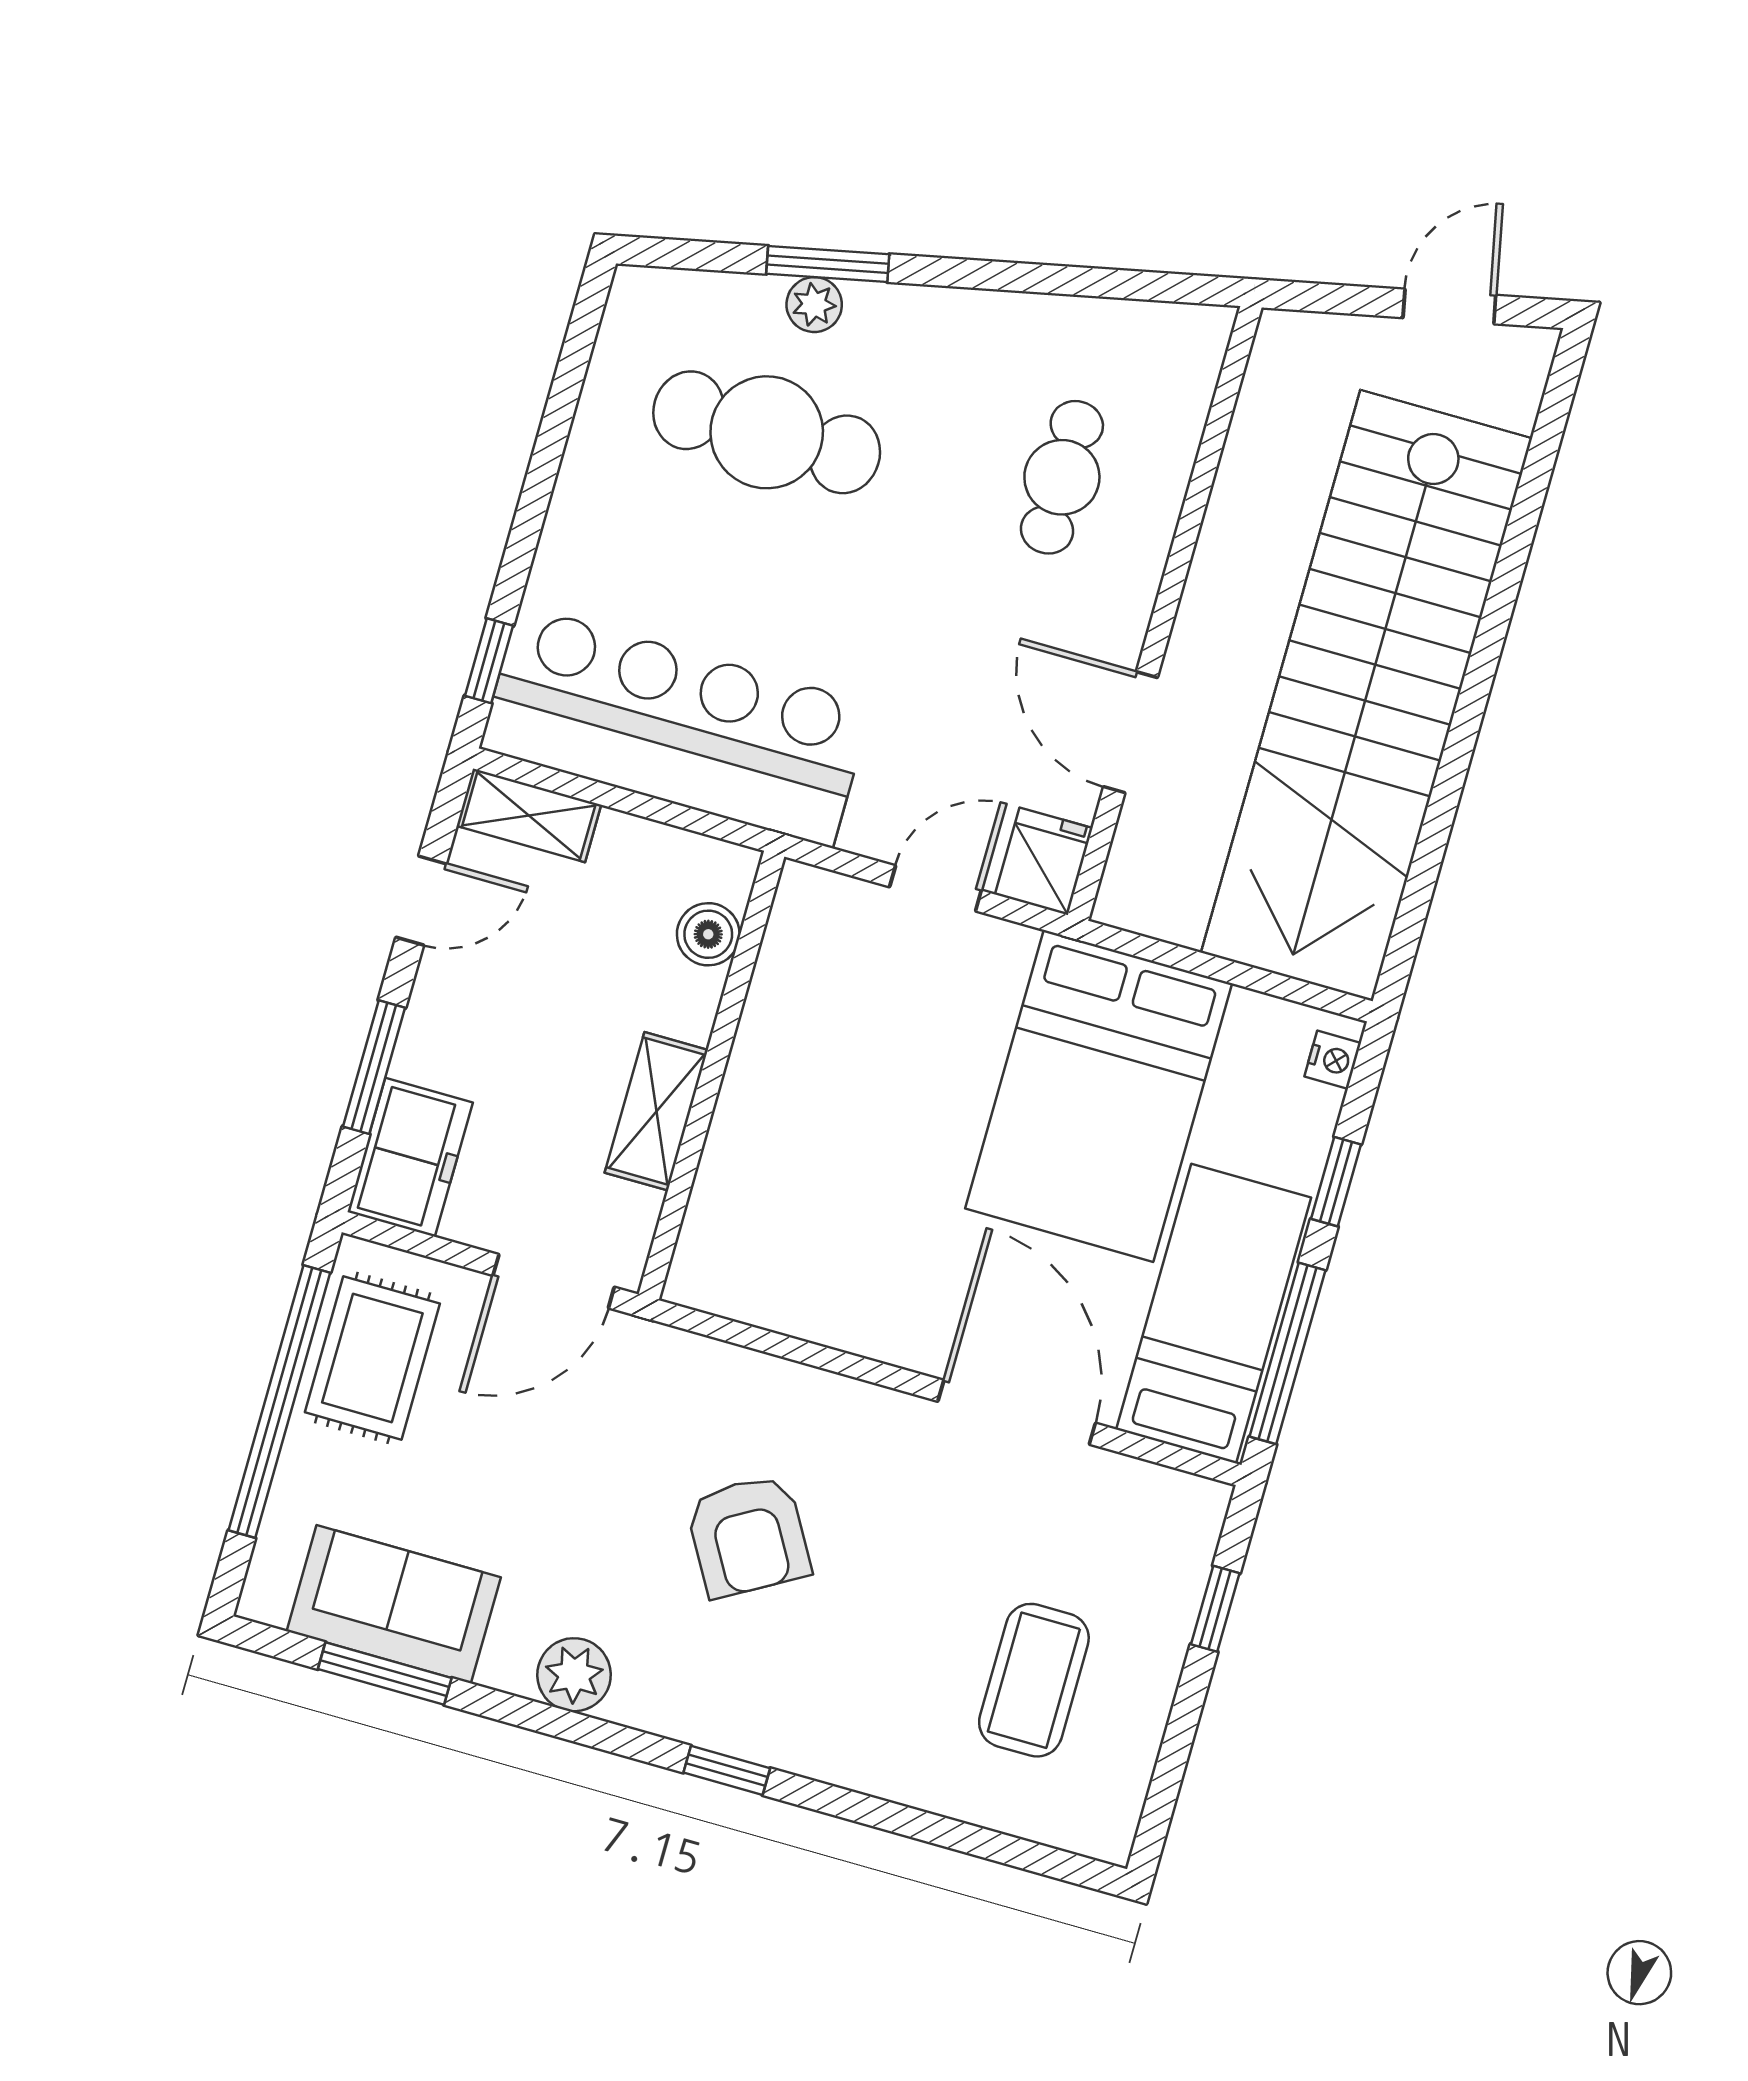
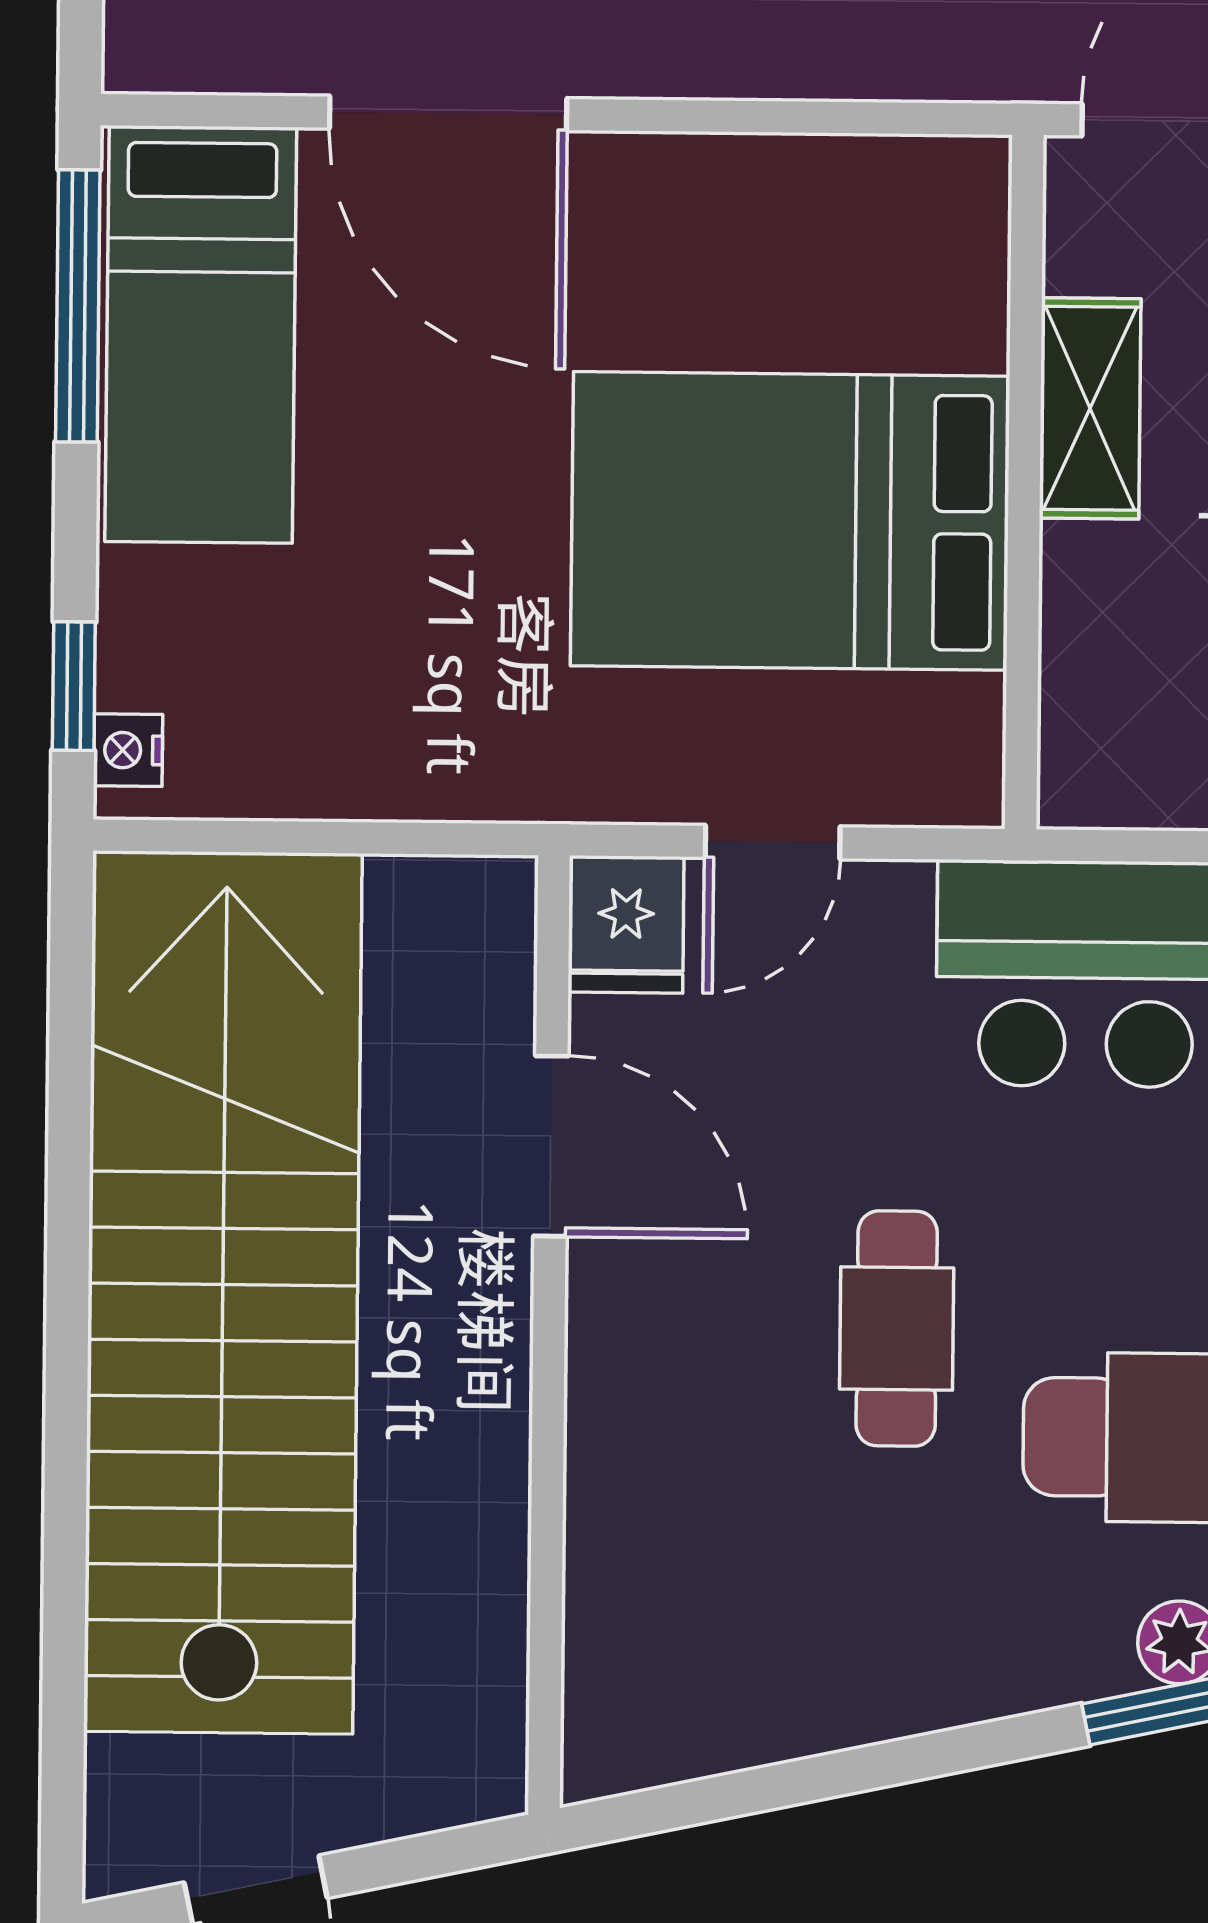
cafe table: (1062, 477) -> (897, 1329), moved
boiler: (708, 934) -> (1085, 686), removed
bed: (1099, 1096) -> (790, 521), moved, turned -90
window: (1336, 1182) -> (74, 686), moved

